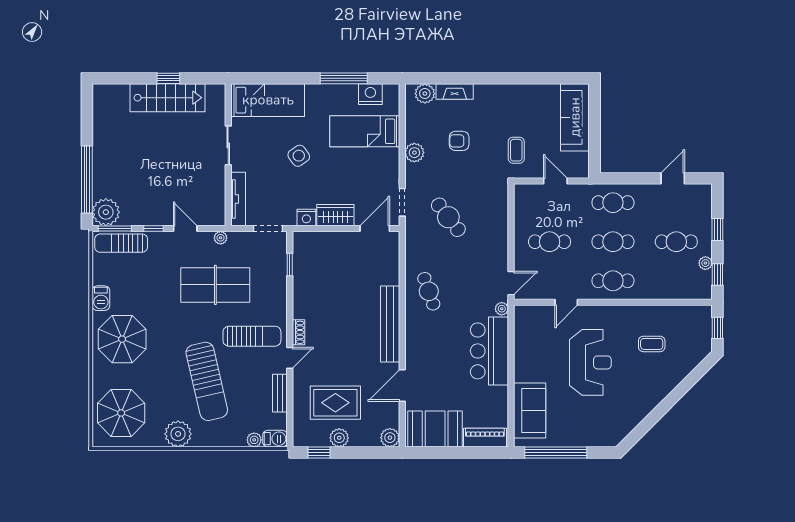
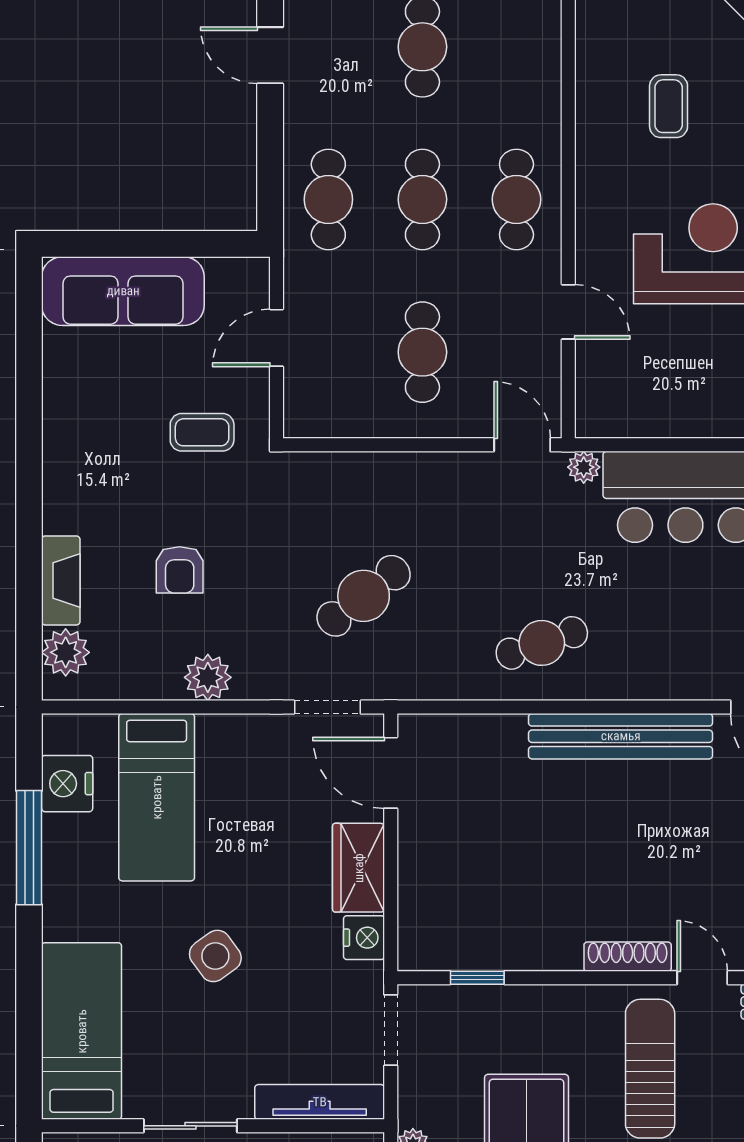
shoe rack: (298, 332) -> (628, 957), width x1.43

